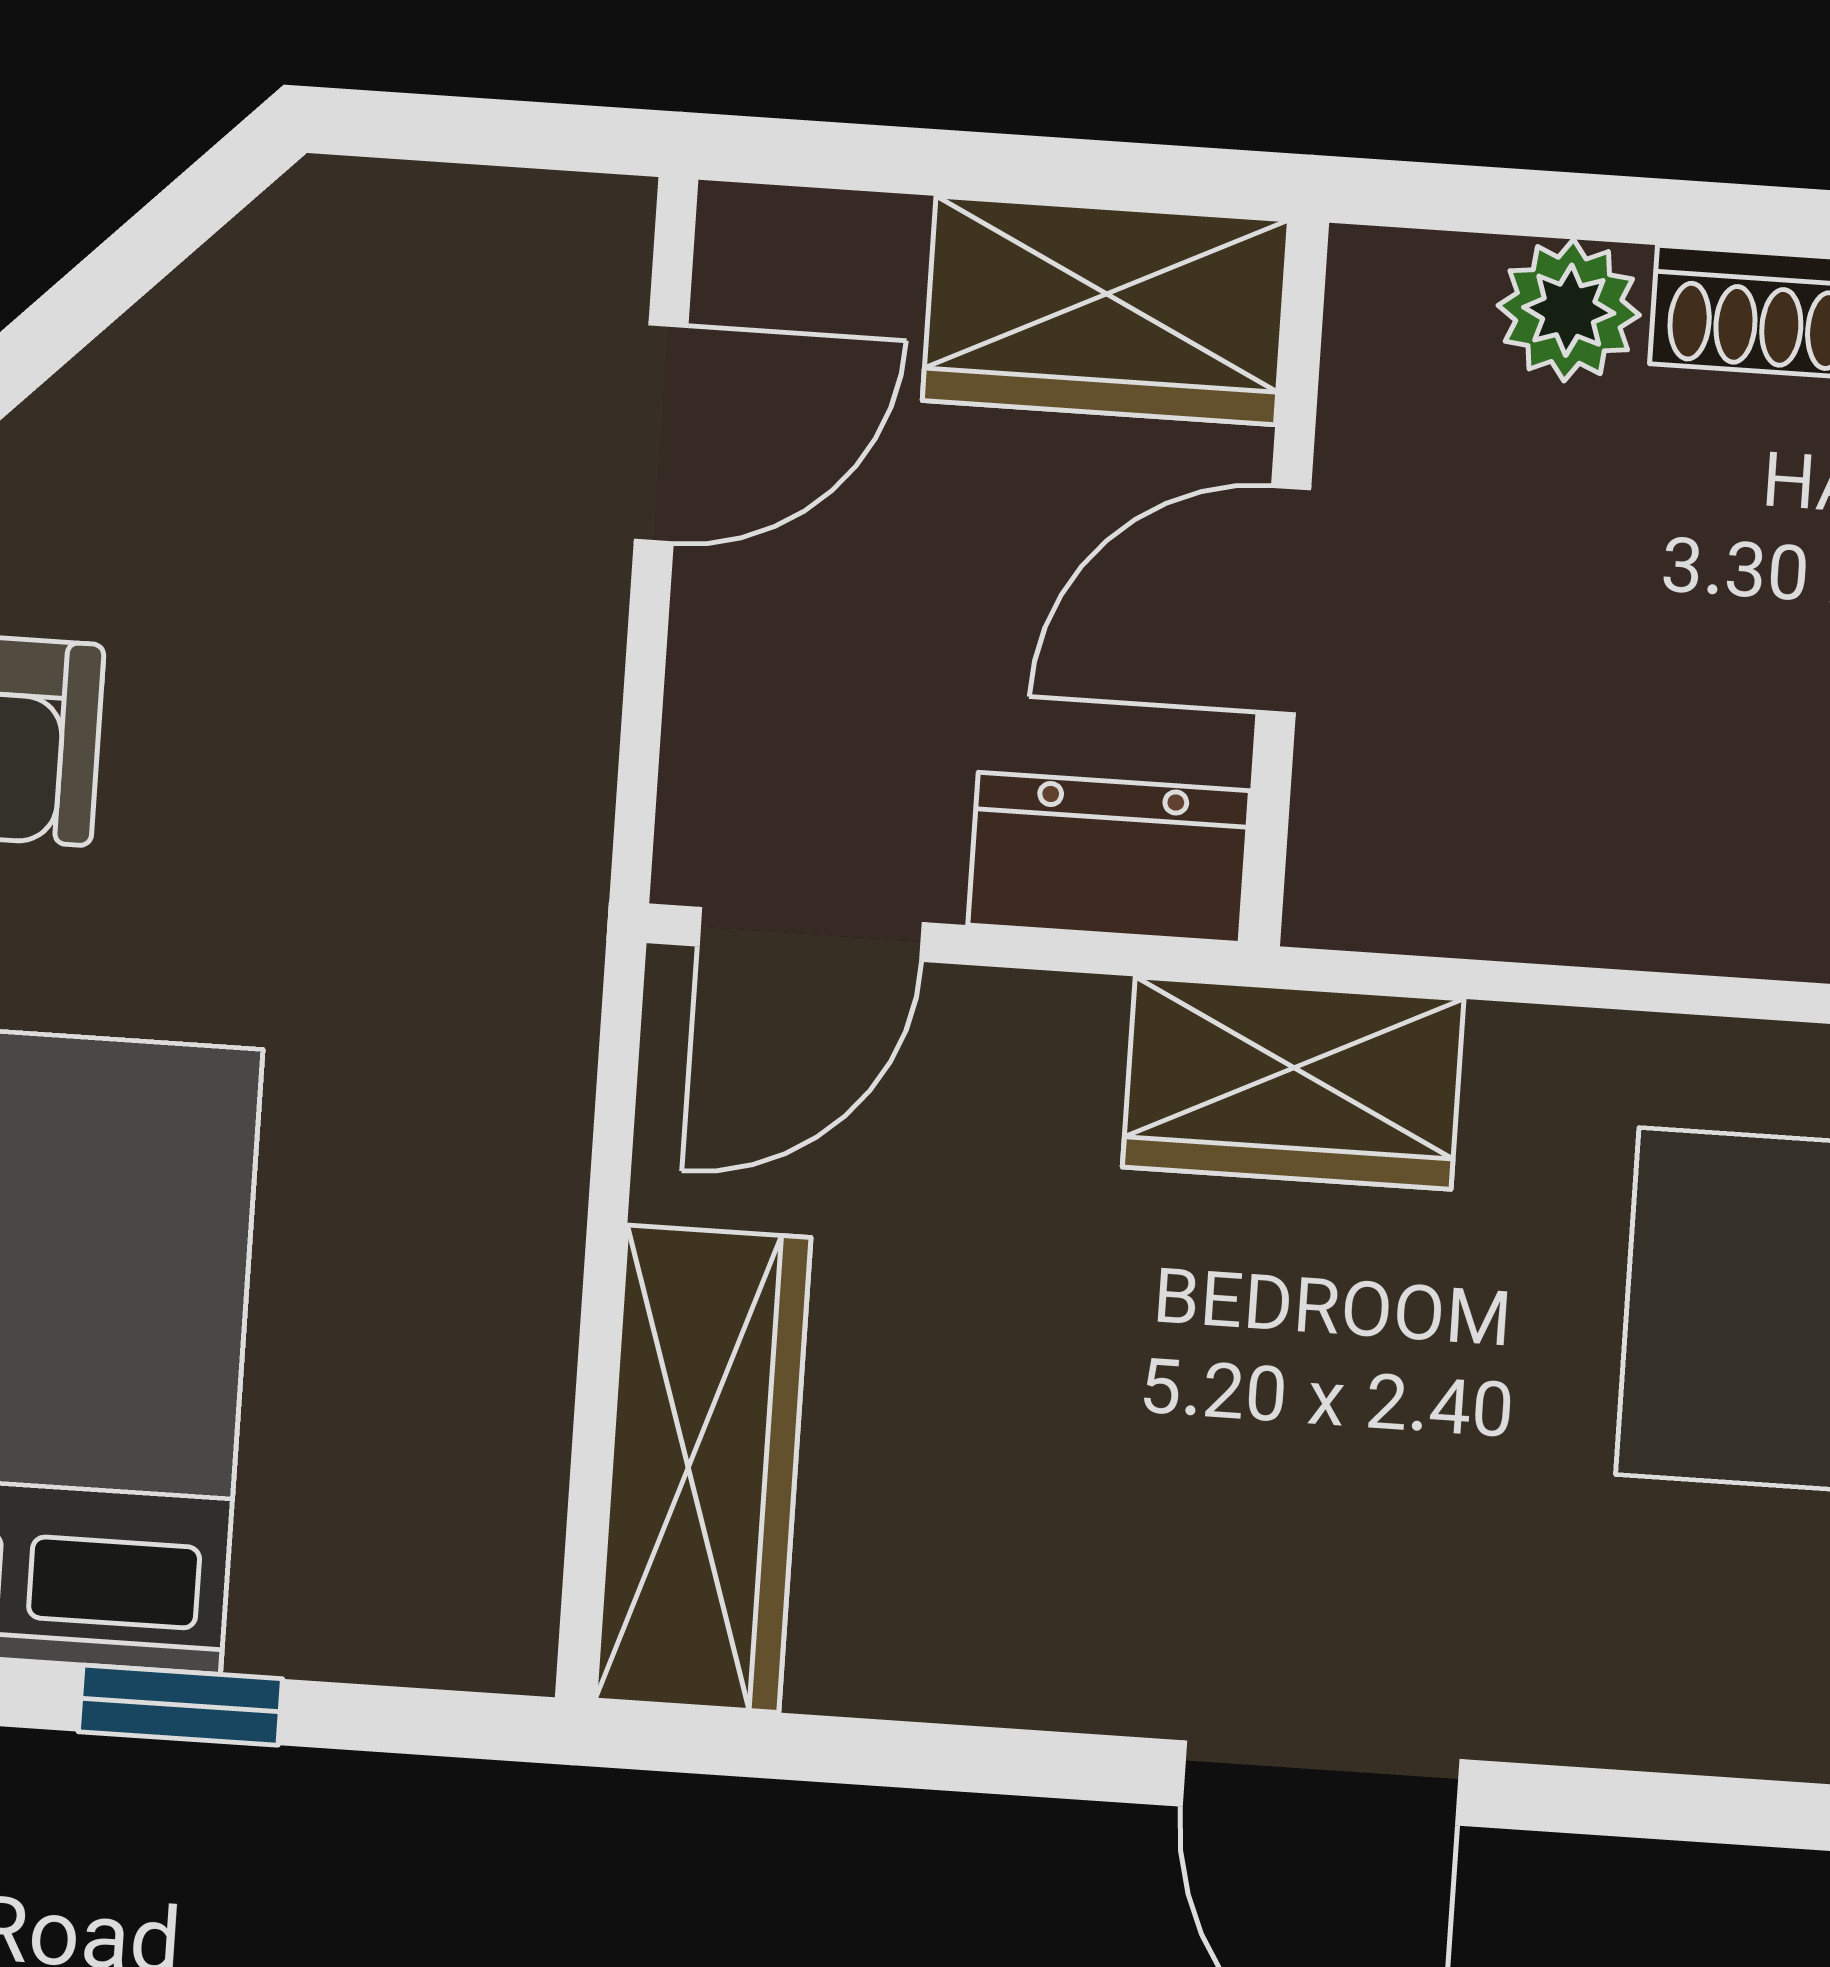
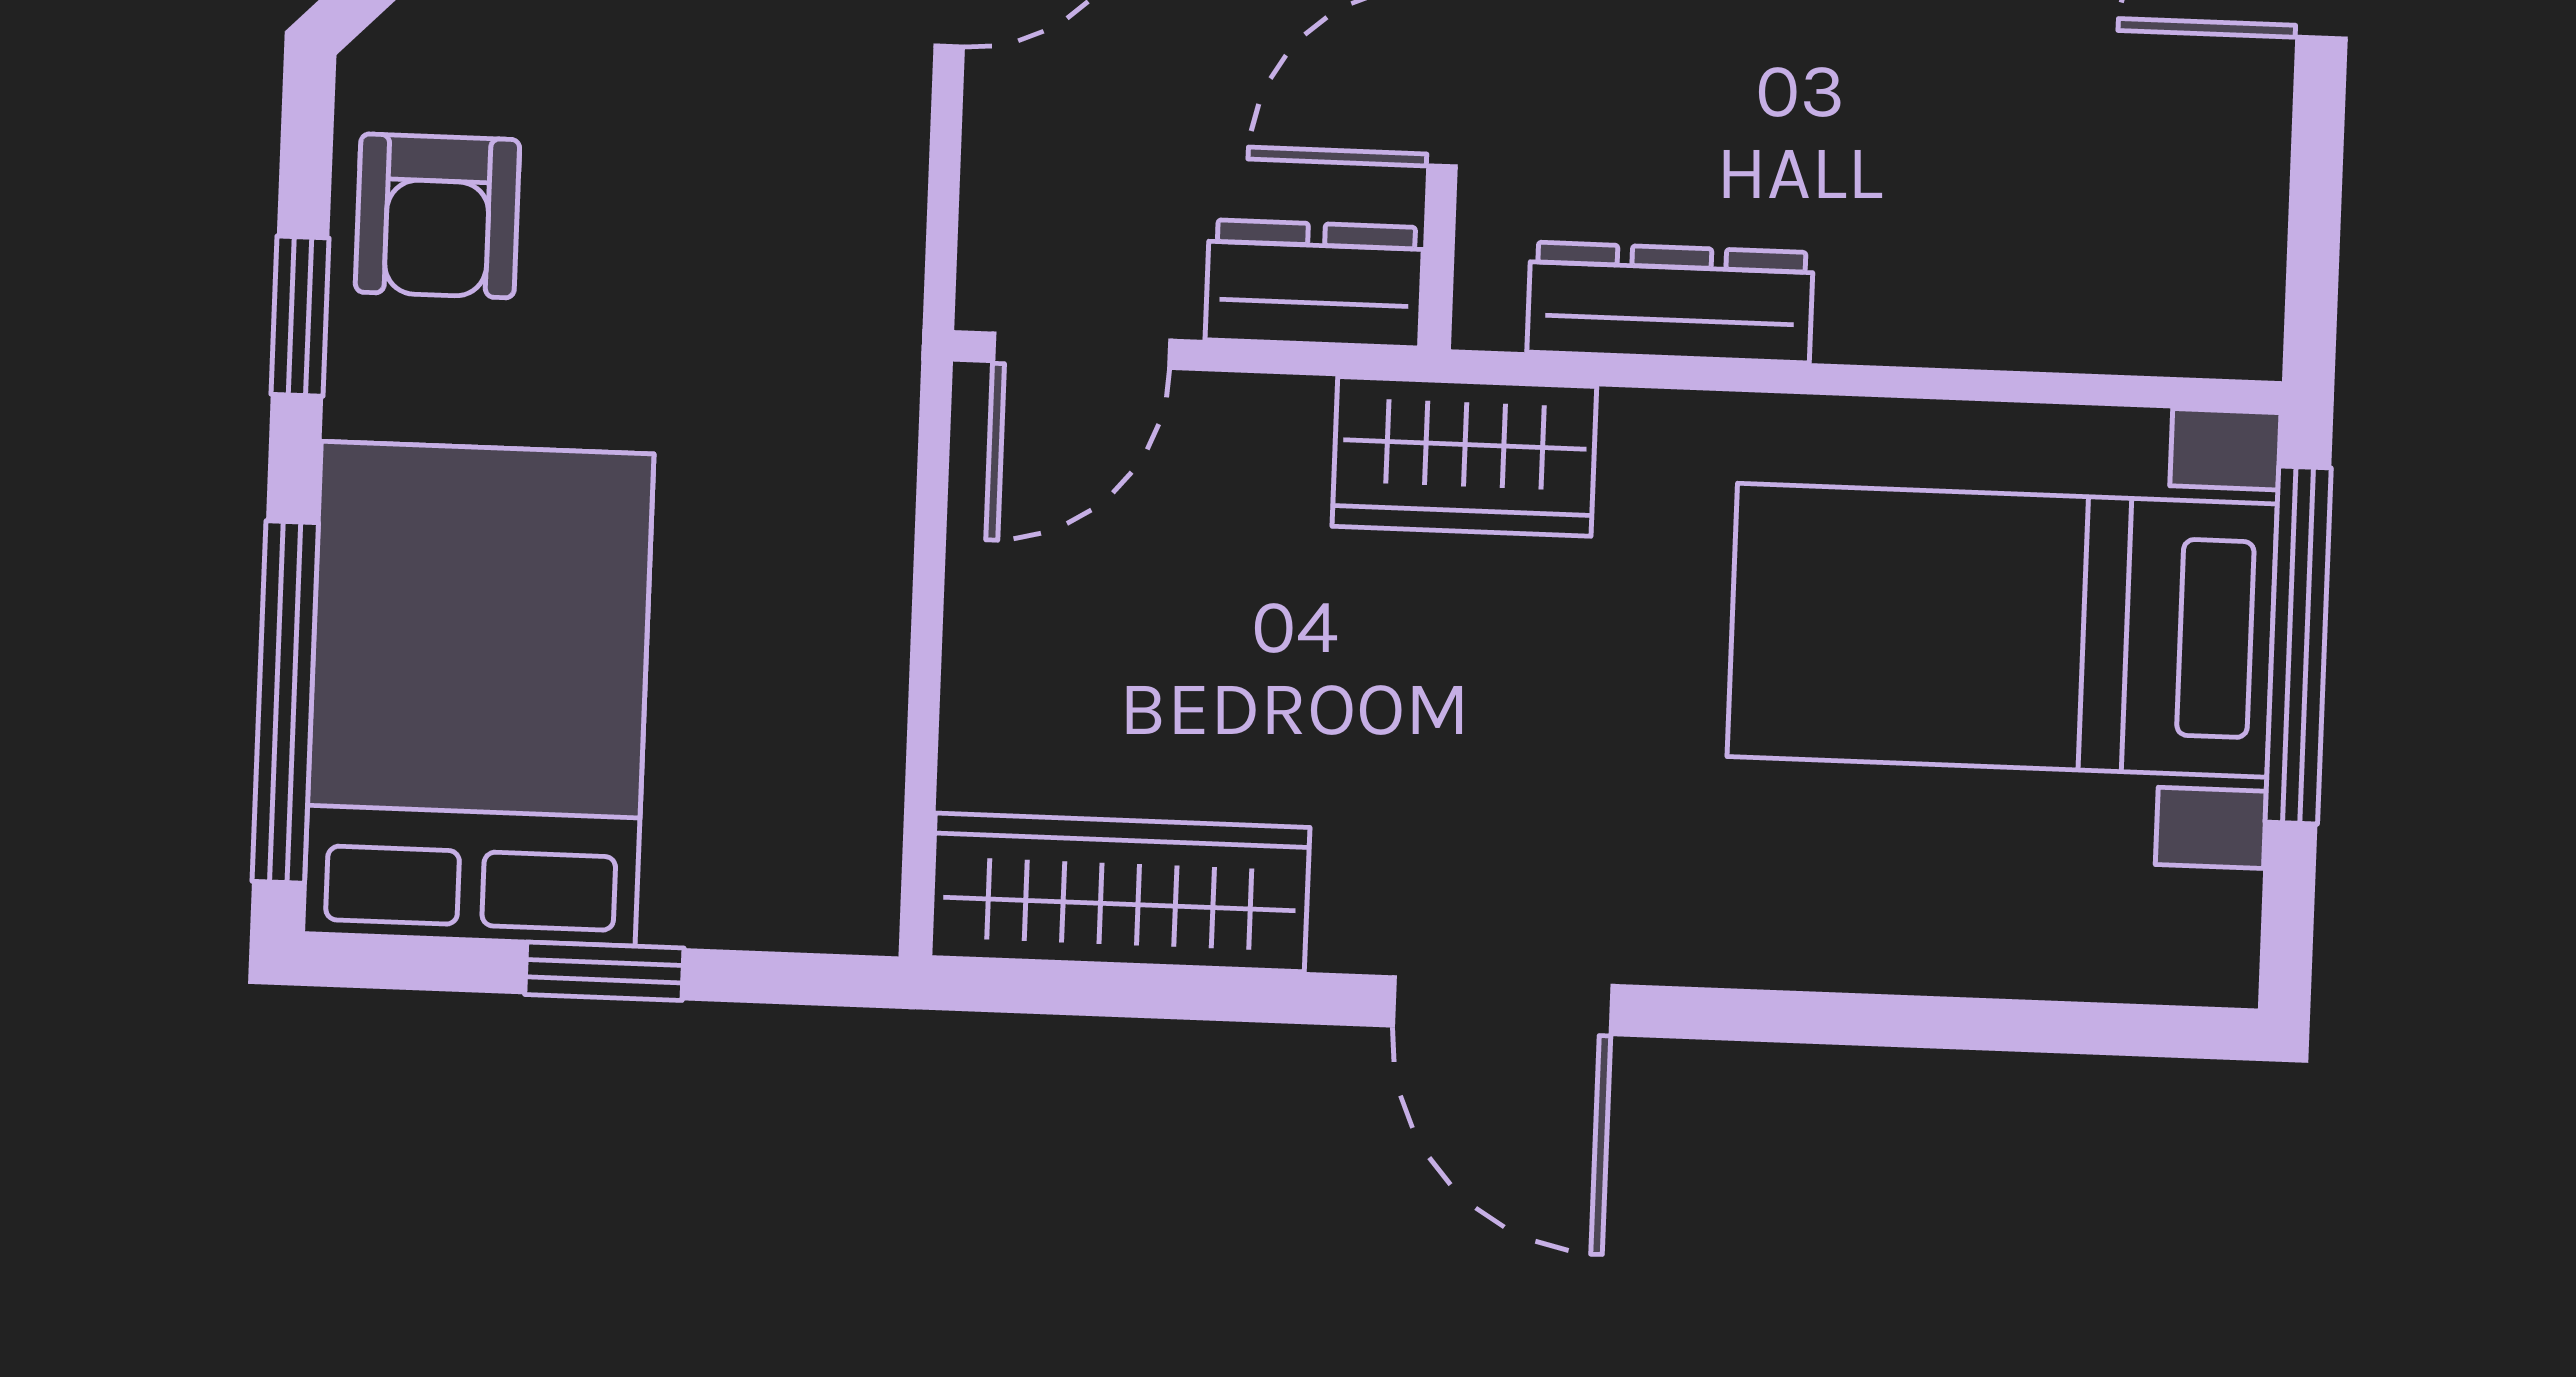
dresser: (1560, 895) -> (1670, 302), added
wardrobe: (703, 1469) -> (1120, 892), moved, turned -90

